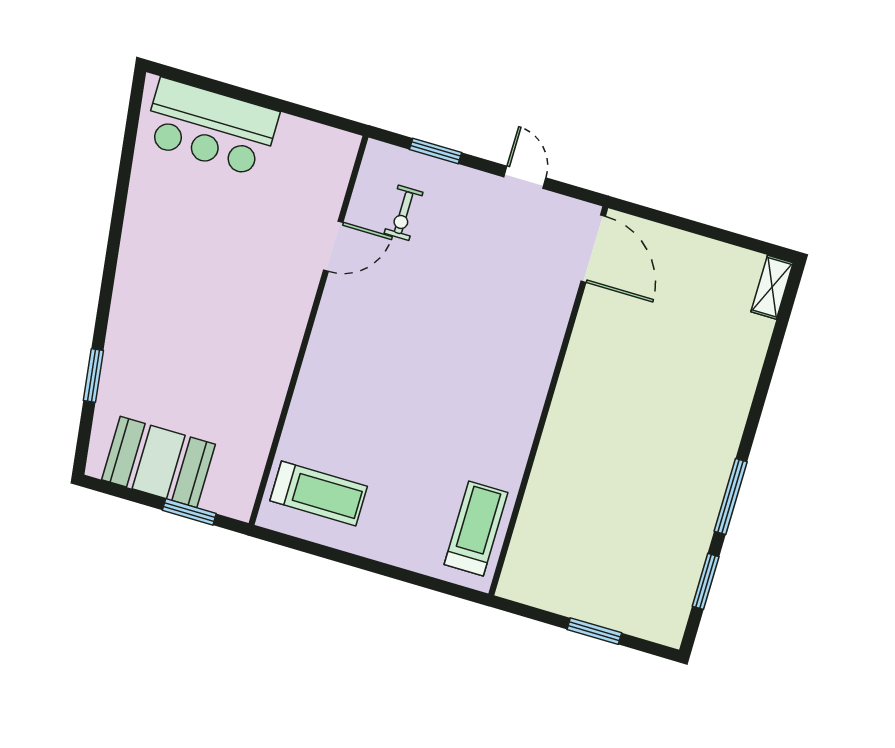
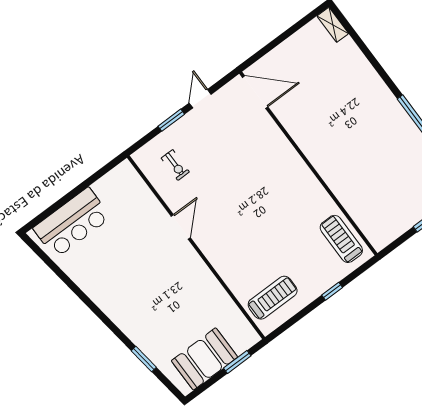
window: (436, 151) -> (171, 120), moved
door: (525, 177) -> (200, 99), hinge flipped
door: (333, 246) -> (181, 227), moved
window: (392, 571) -> (332, 291), added

